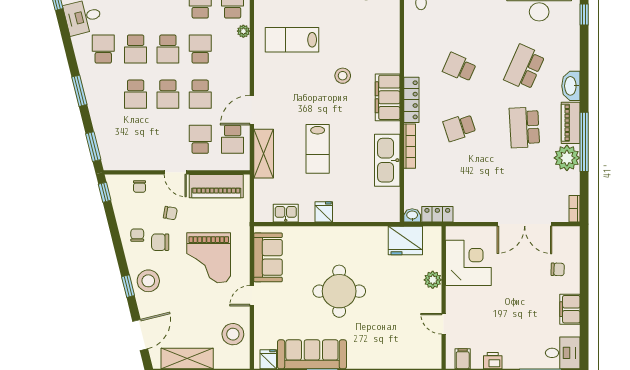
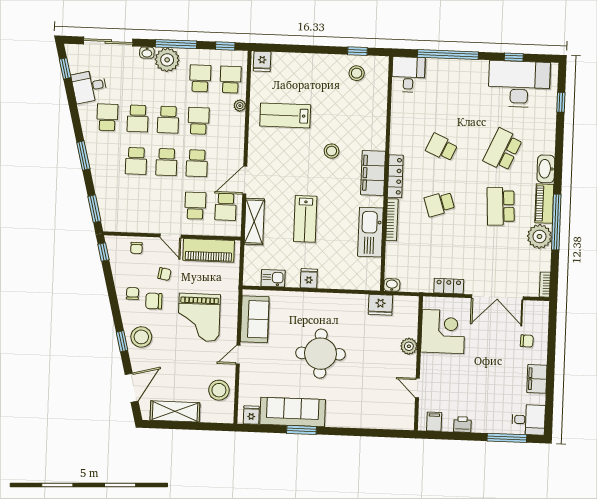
locker: (437, 214) -> (449, 286), moved
fridge: (405, 241) -> (380, 305), width x0.73, depth x0.75

